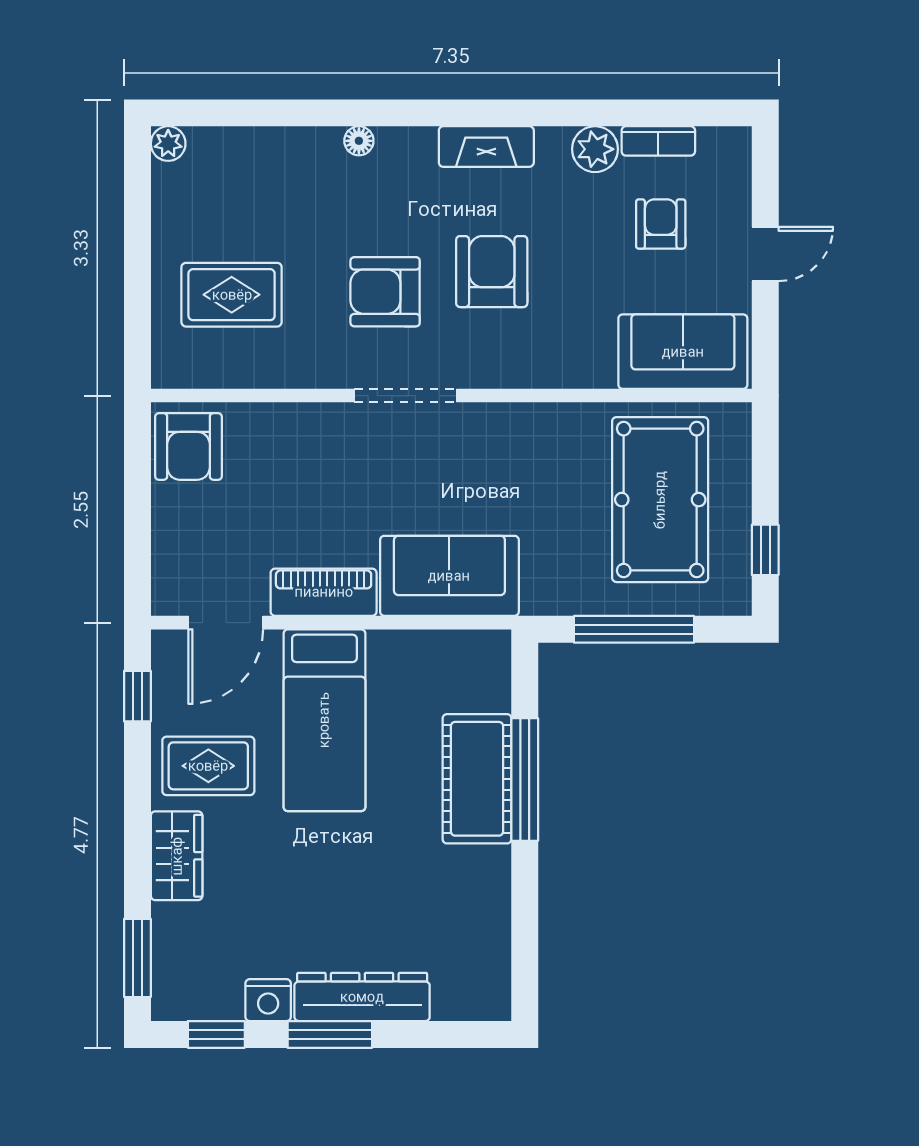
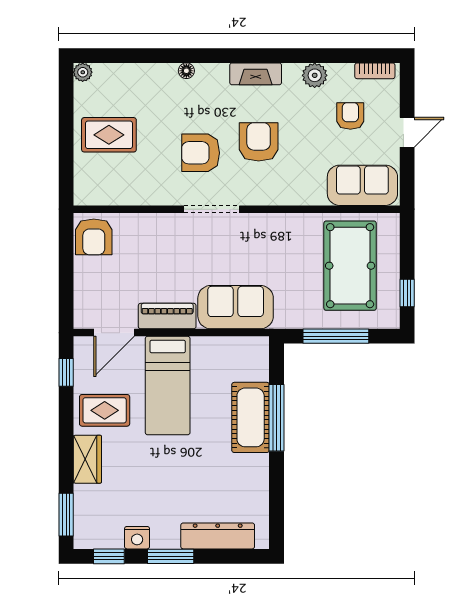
bookcase: (658, 141) -> (375, 71), moved
rug: (232, 295) -> (109, 135), moved
dresser: (362, 997) -> (218, 536), moved

